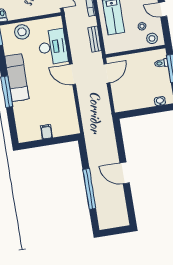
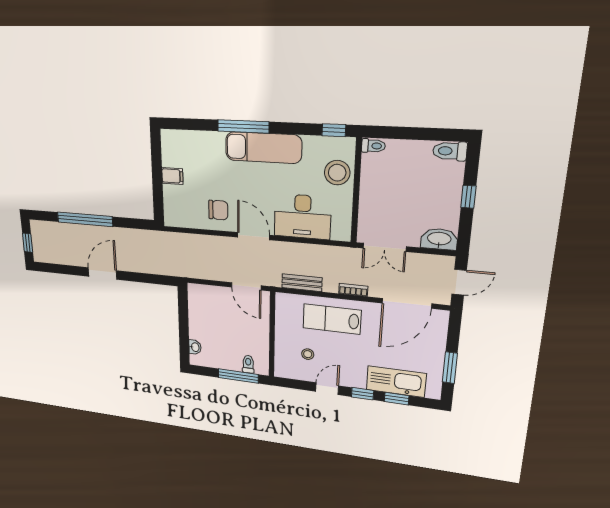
stool: (152, 38) -> (287, 362), removed
door: (72, 74) -> (254, 236), hinge flipped
chair: (61, 99) -> (218, 210), added
window: (117, 231) -> (28, 243), added

